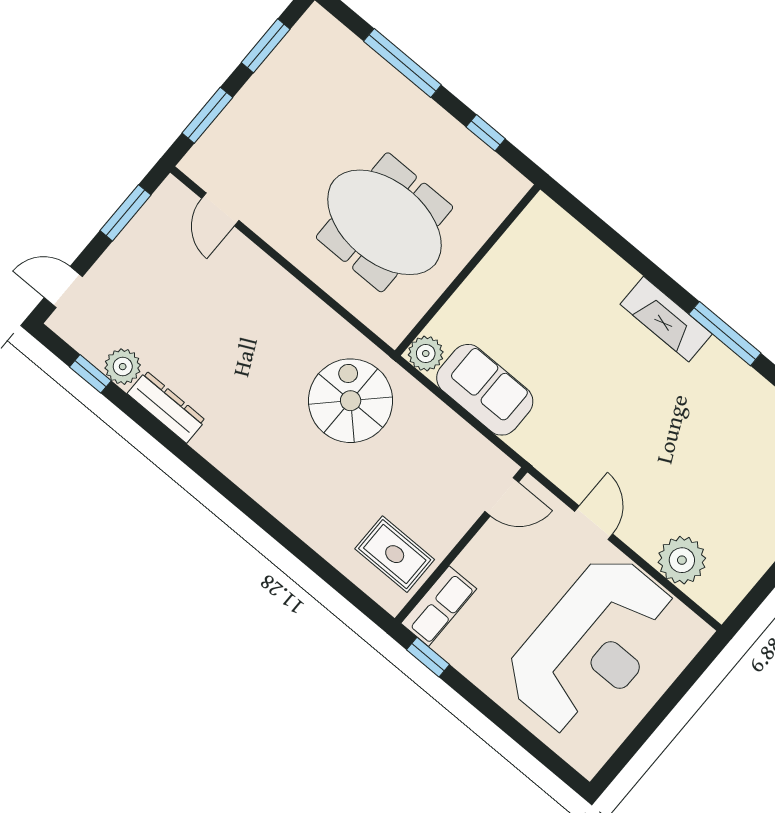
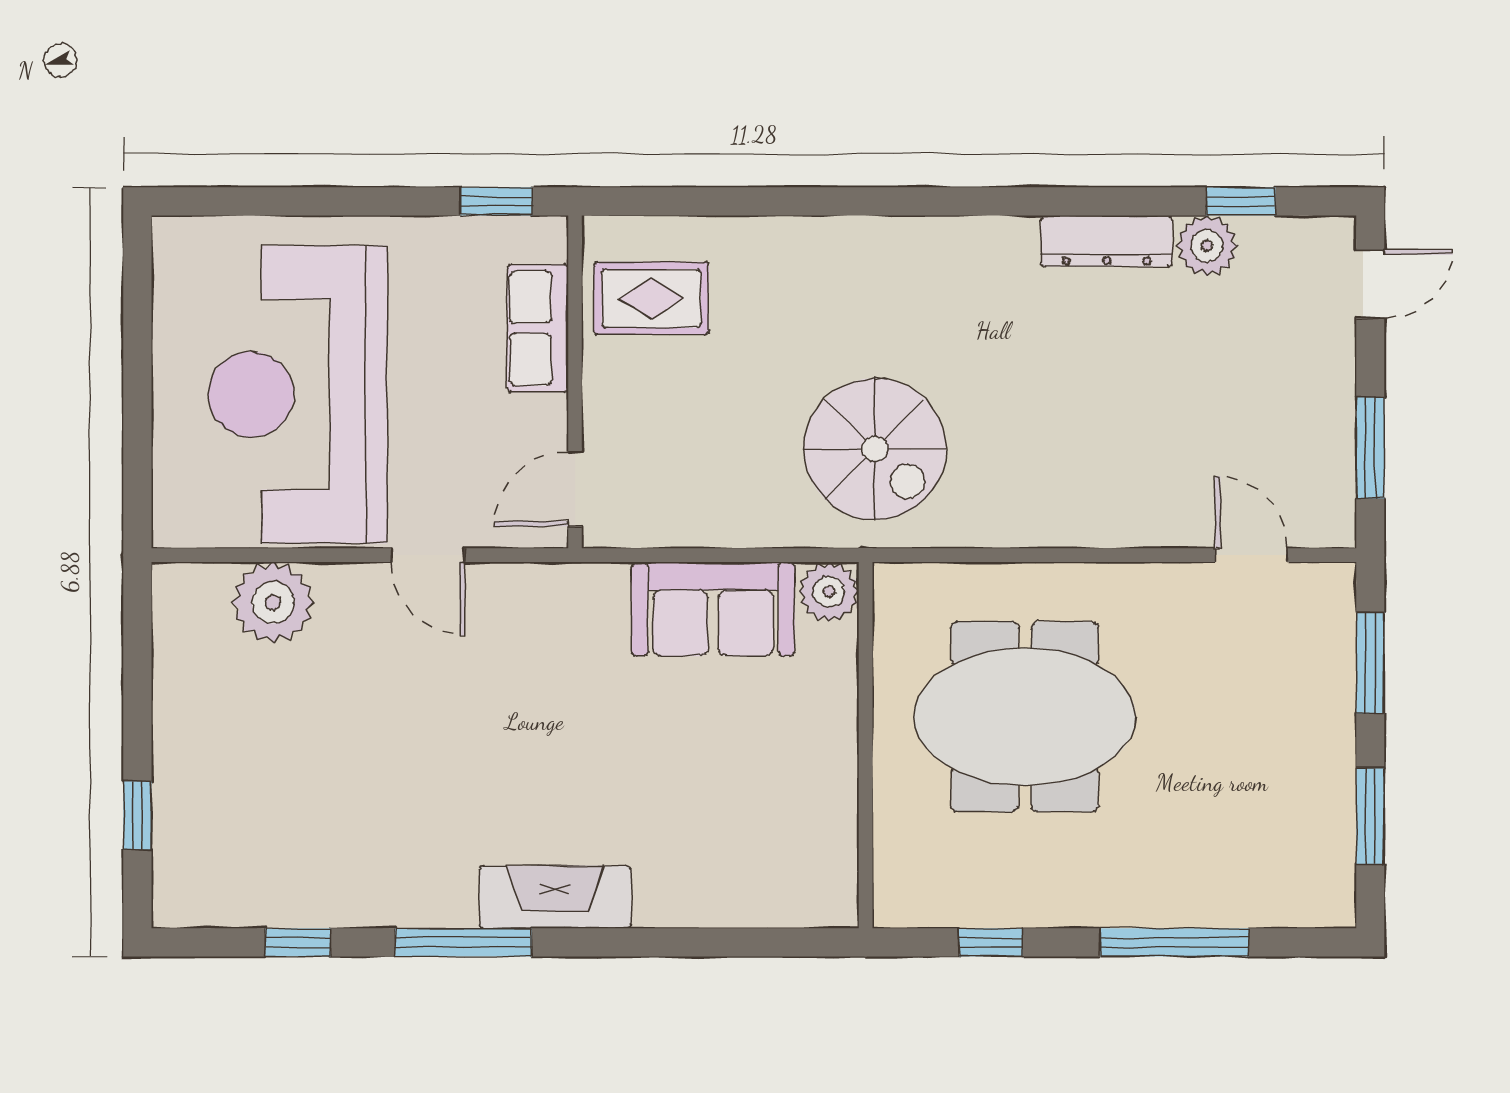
row of seats: (439, 606) -> (538, 328), moved

